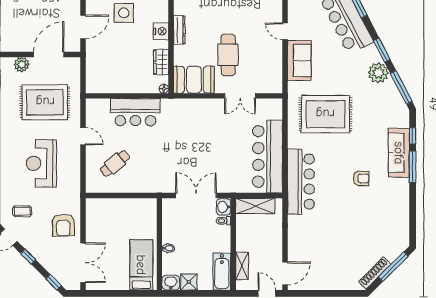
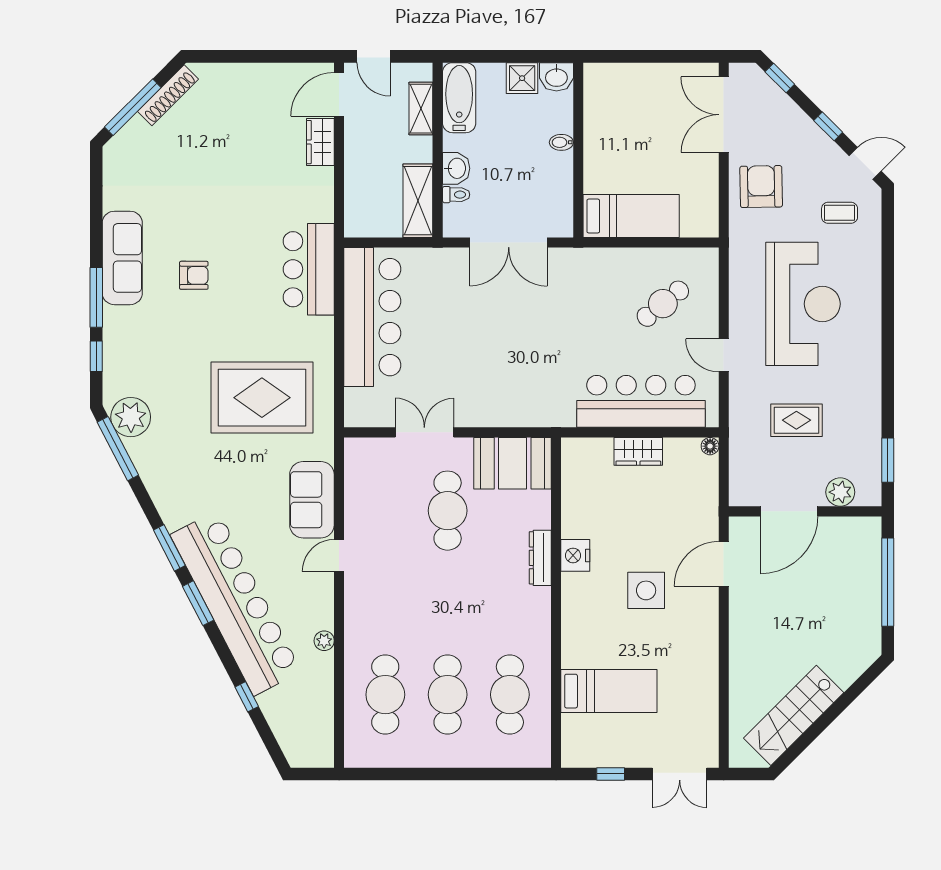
door: (285, 31) -> (339, 555), swing flipped
window: (382, 50) -> (169, 548), moved
wardrobe: (161, 62) -> (638, 451), moved, turned 90
plant: (378, 73) -> (131, 417), moved
floor lamp: (164, 89) -> (710, 446), moved
rug: (45, 102) -> (796, 420), width x0.54, depth x0.49
bar counter: (135, 112) -> (641, 401), width x1.36
sofa: (399, 153) -> (122, 258), moved
reception desk: (41, 163) -> (803, 304), width x1.36, depth x1.30
armchair: (361, 178) -> (194, 275), turned 180
bar counter: (301, 182) -> (309, 269), width x0.73
shelving: (255, 206) -> (418, 201), moved, turned 90
washbasin: (224, 207) -> (456, 168), moved
wardrobe: (295, 248) -> (320, 142), added
bed: (141, 265) -> (631, 216), moved, turned -90

